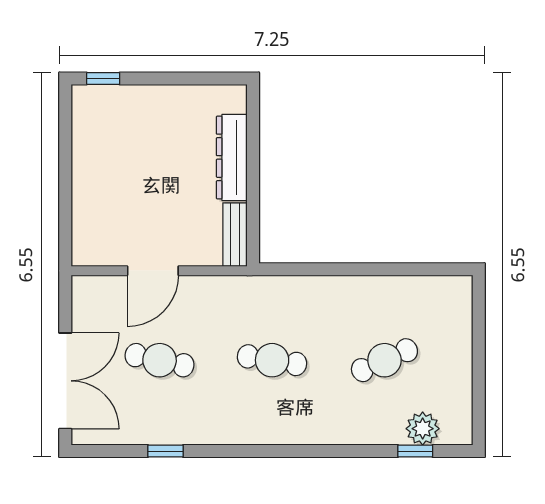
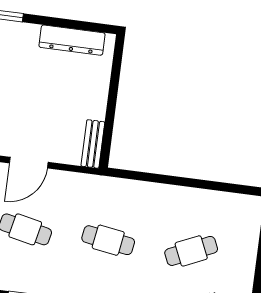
dresser: (232, 157) -> (72, 40), moved, turned -90

